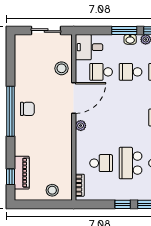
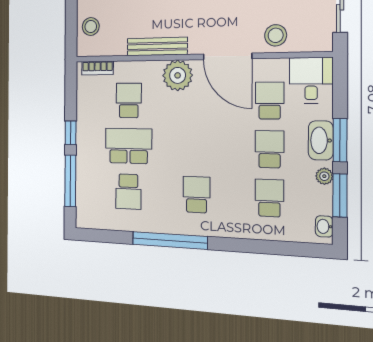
washbasin: (130, 39) -> (321, 140), width x1.91, depth x1.45
plant: (81, 126) -> (178, 75), width x1.88, depth x1.88
bench: (66, 144) -> (157, 46), added
school desk: (101, 163) -> (129, 100), turned 180

